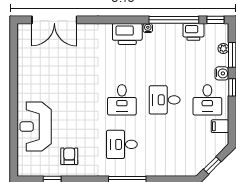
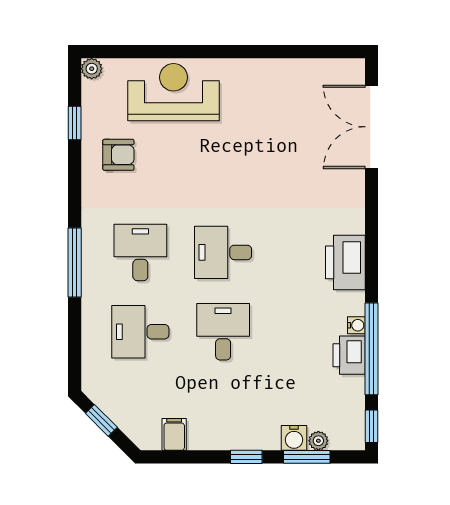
water cooler: (148, 28) -> (356, 325), moved
printer: (193, 32) -> (349, 355), moved
water cooler: (222, 73) -> (294, 438), moved
desk: (207, 100) -> (140, 332), moved
plant: (23, 171) -> (92, 69), added

